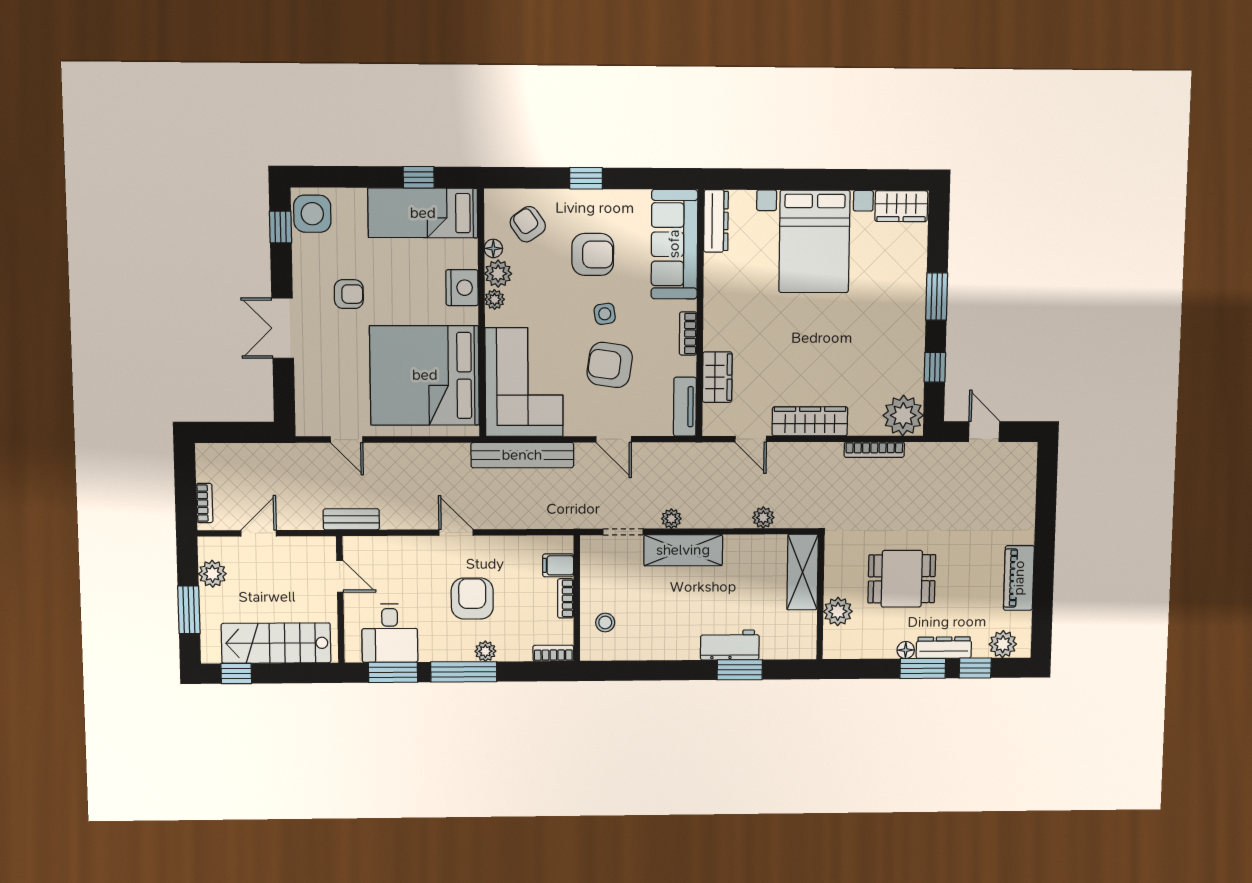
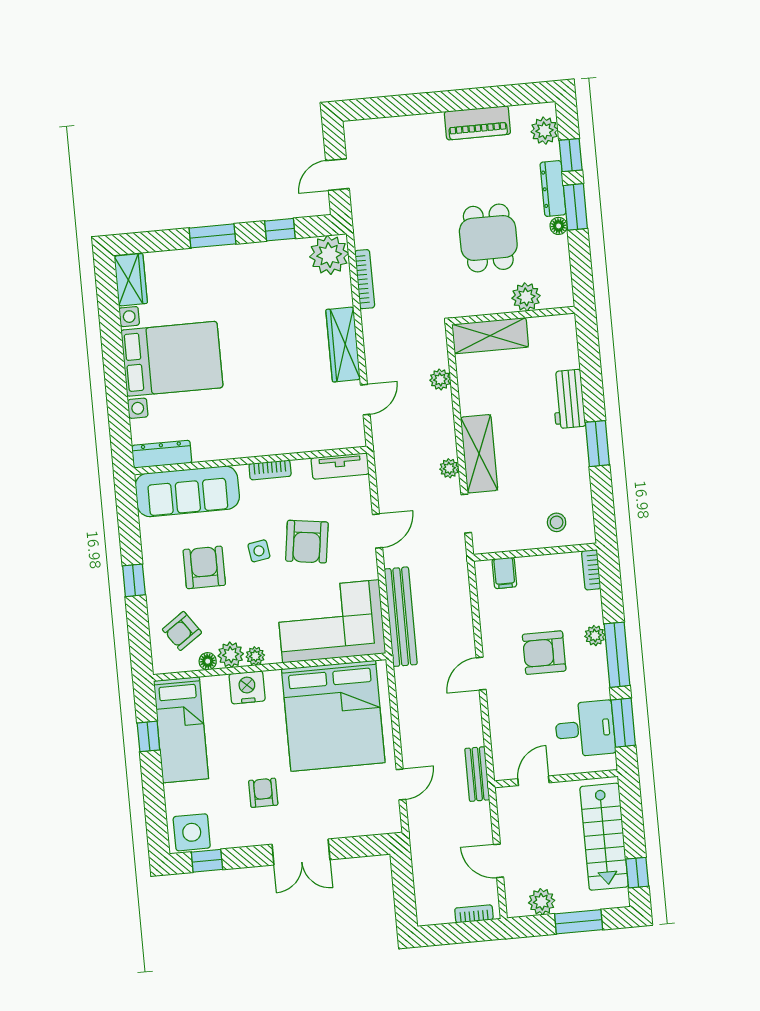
wardrobe: (717, 377) -> (309, 438), removed
bookcase: (566, 598) -> (536, 563), removed
window: (740, 670) -> (597, 444), moved

